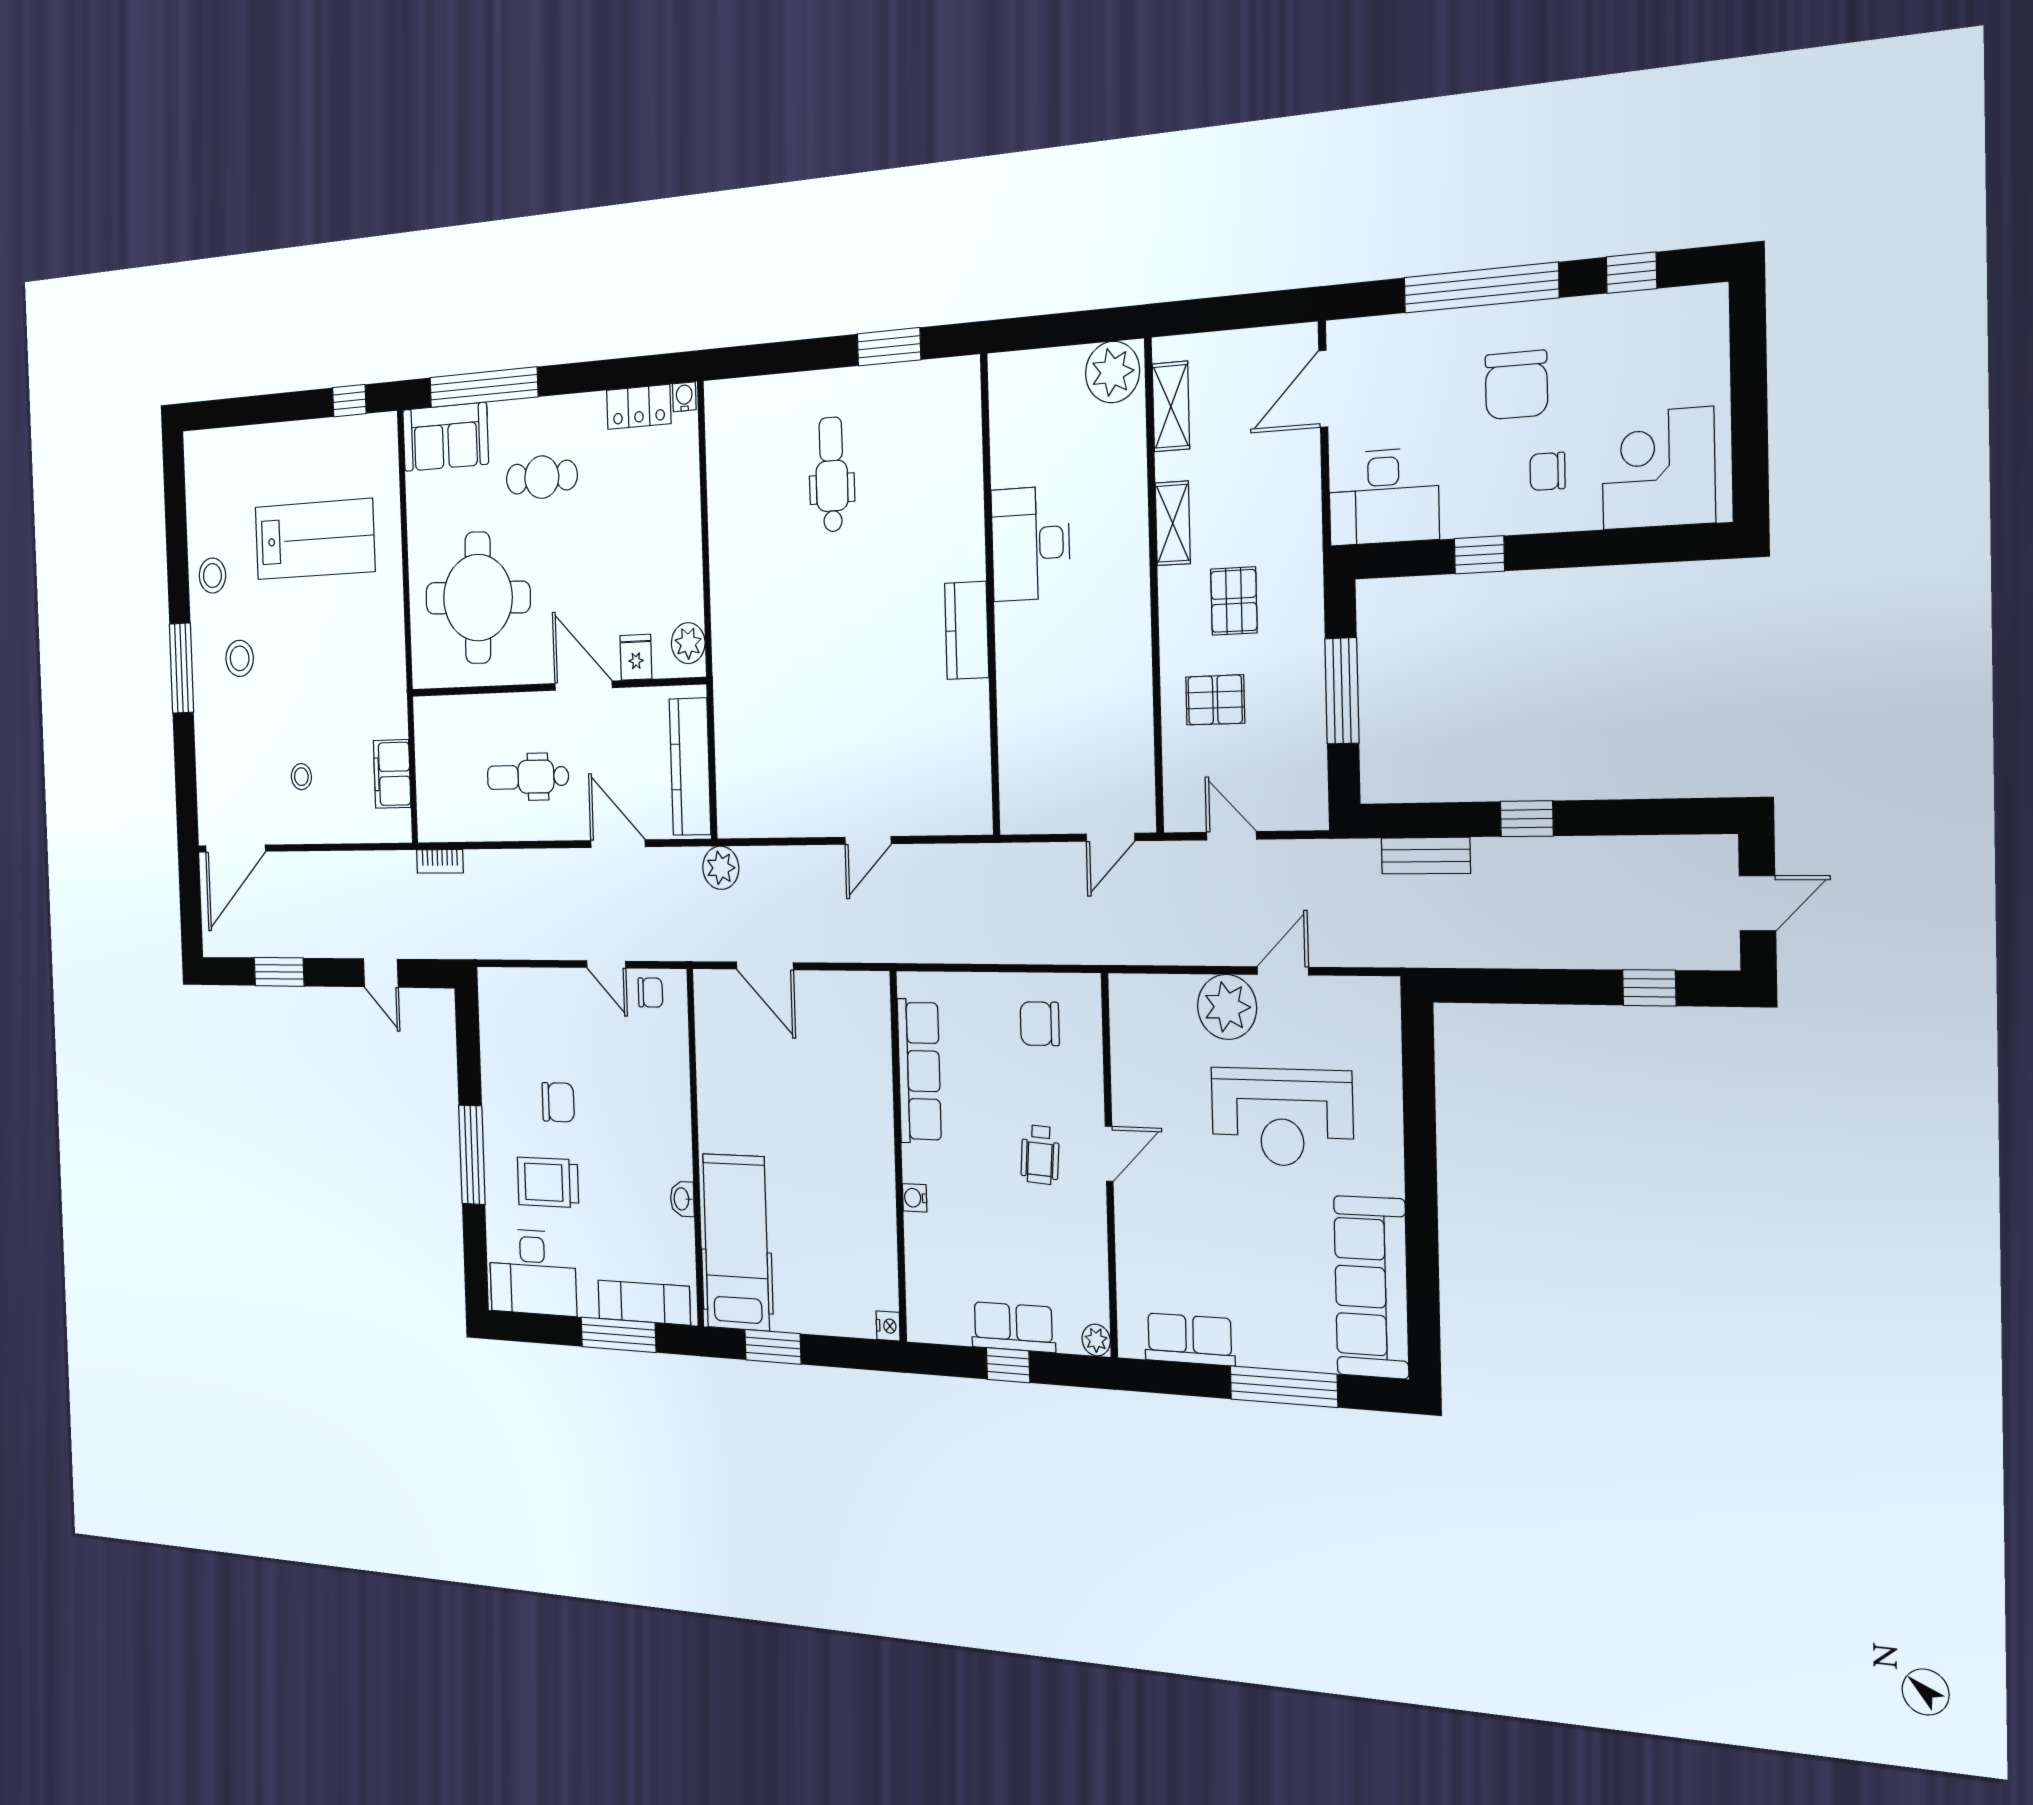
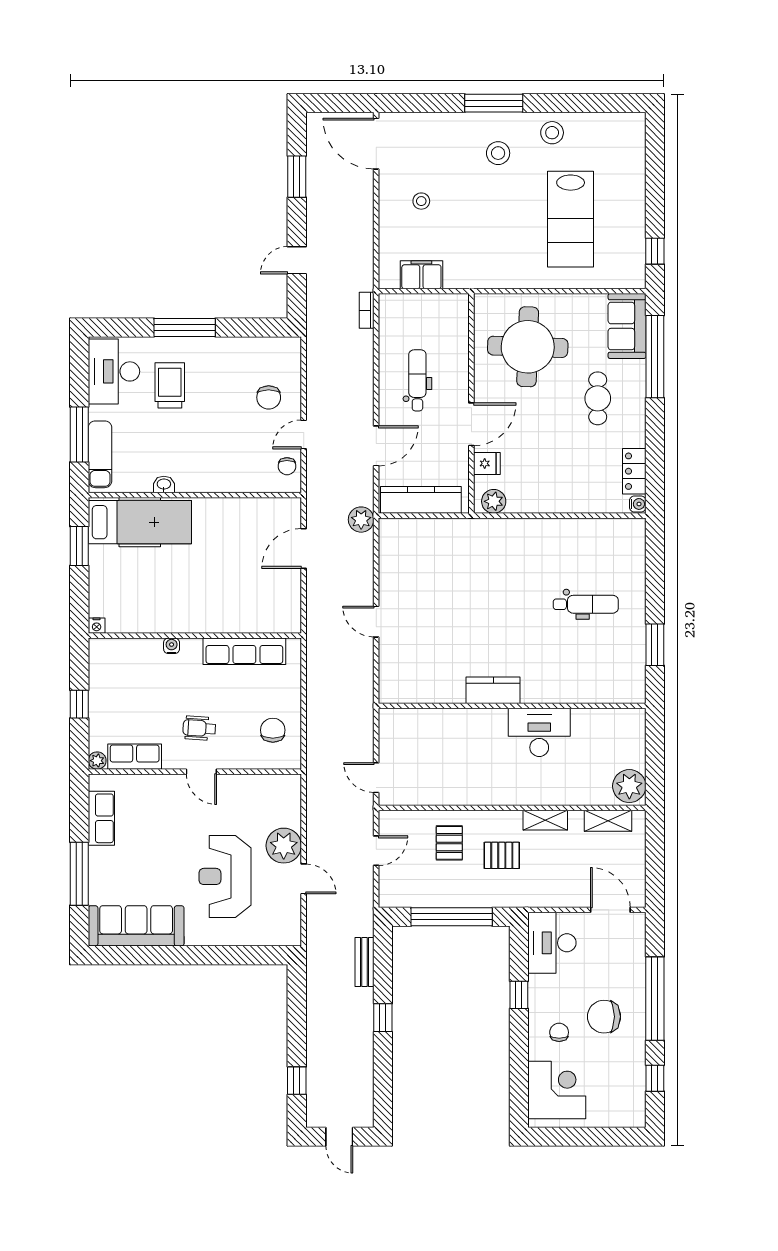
window: (1342, 691) -> (452, 917), width x1.46
chair: (558, 1102) -> (269, 397), moved
row of seats: (1013, 1327) -> (135, 757), moved, turned -90

